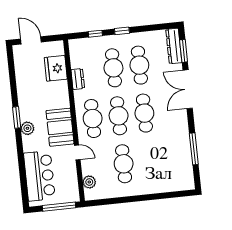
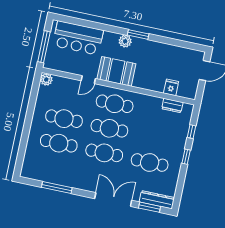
fridge: (56, 68) -> (171, 87), width x0.53, depth x0.75
cafe table: (113, 68) -> (59, 143), moved
dresser: (78, 79) -> (172, 106), moved
plant: (89, 182) -> (46, 79), moved

